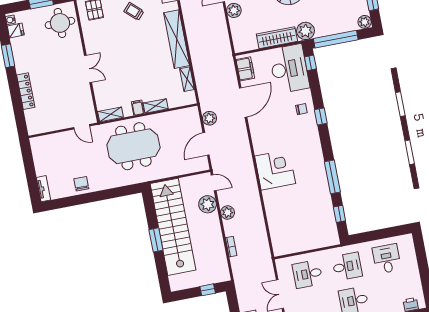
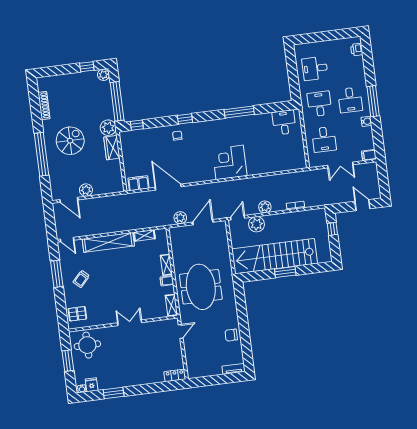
wardrobe: (277, 38) -> (112, 148), width x0.67
desk: (289, 69) -> (284, 122), moved, width x0.53, depth x0.77
locker: (26, 91) -> (175, 375), moved, width x0.66
door: (206, 144) -> (203, 222), swing flipped
window: (339, 214) -> (272, 108), removed

